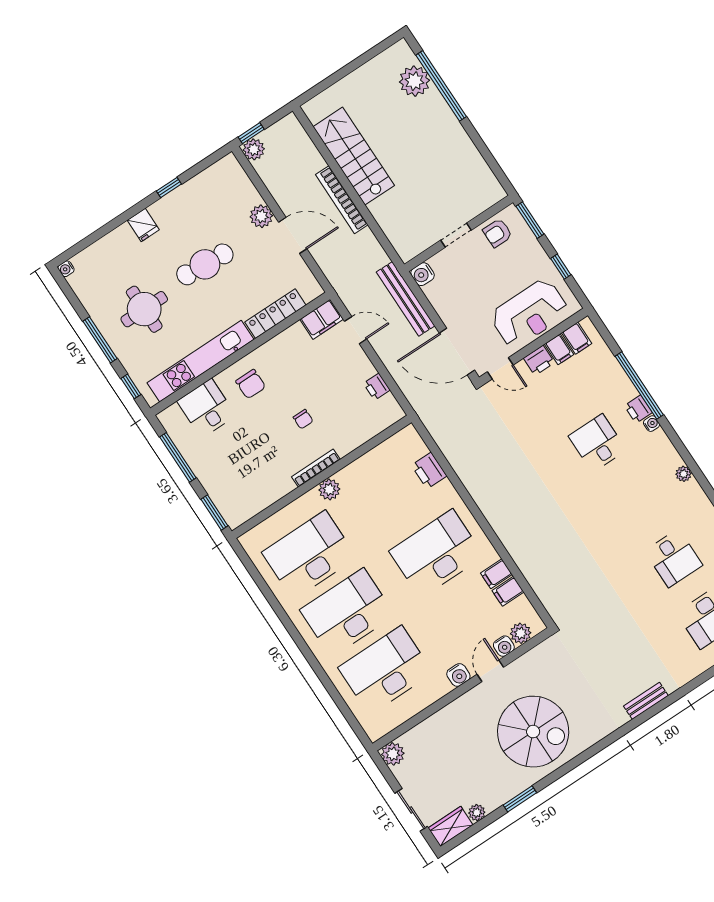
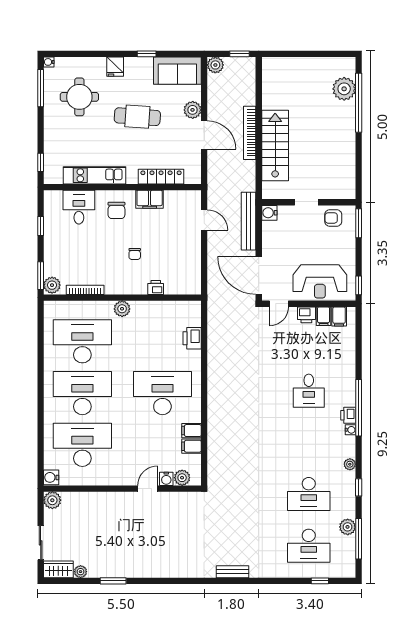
window: (251, 133) -> (240, 54), moved
stairs: (354, 156) -> (275, 146), moved
sofa: (216, 184) -> (177, 71), added
window: (561, 267) -> (359, 285), moved
round table: (144, 309) -> (79, 97), moved
filing cabinet: (322, 319) -> (150, 199), moved
window: (100, 340) -> (41, 88), moved
kitchen unit: (200, 361) -> (95, 175), width x0.73
door: (500, 368) -> (279, 304), hinge flipped
window: (639, 385) -> (359, 408), moved
printer: (377, 387) -> (156, 288), moved, turned 90
printer: (638, 409) -> (348, 415), moved
water cooler: (651, 424) -> (351, 430), moved
desk: (597, 443) -> (309, 391), turned 180
window: (178, 457) -> (41, 226), width x0.46
bookcase: (316, 468) -> (85, 290), moved
plant: (684, 474) -> (350, 464), moved
plant: (234, 515) -> (52, 285), added
desk: (674, 558) -> (309, 494), width x1.37
water cooler: (458, 675) -> (51, 477), moved, turned 90
spiral stairs: (533, 732) -> (149, 544), removed

